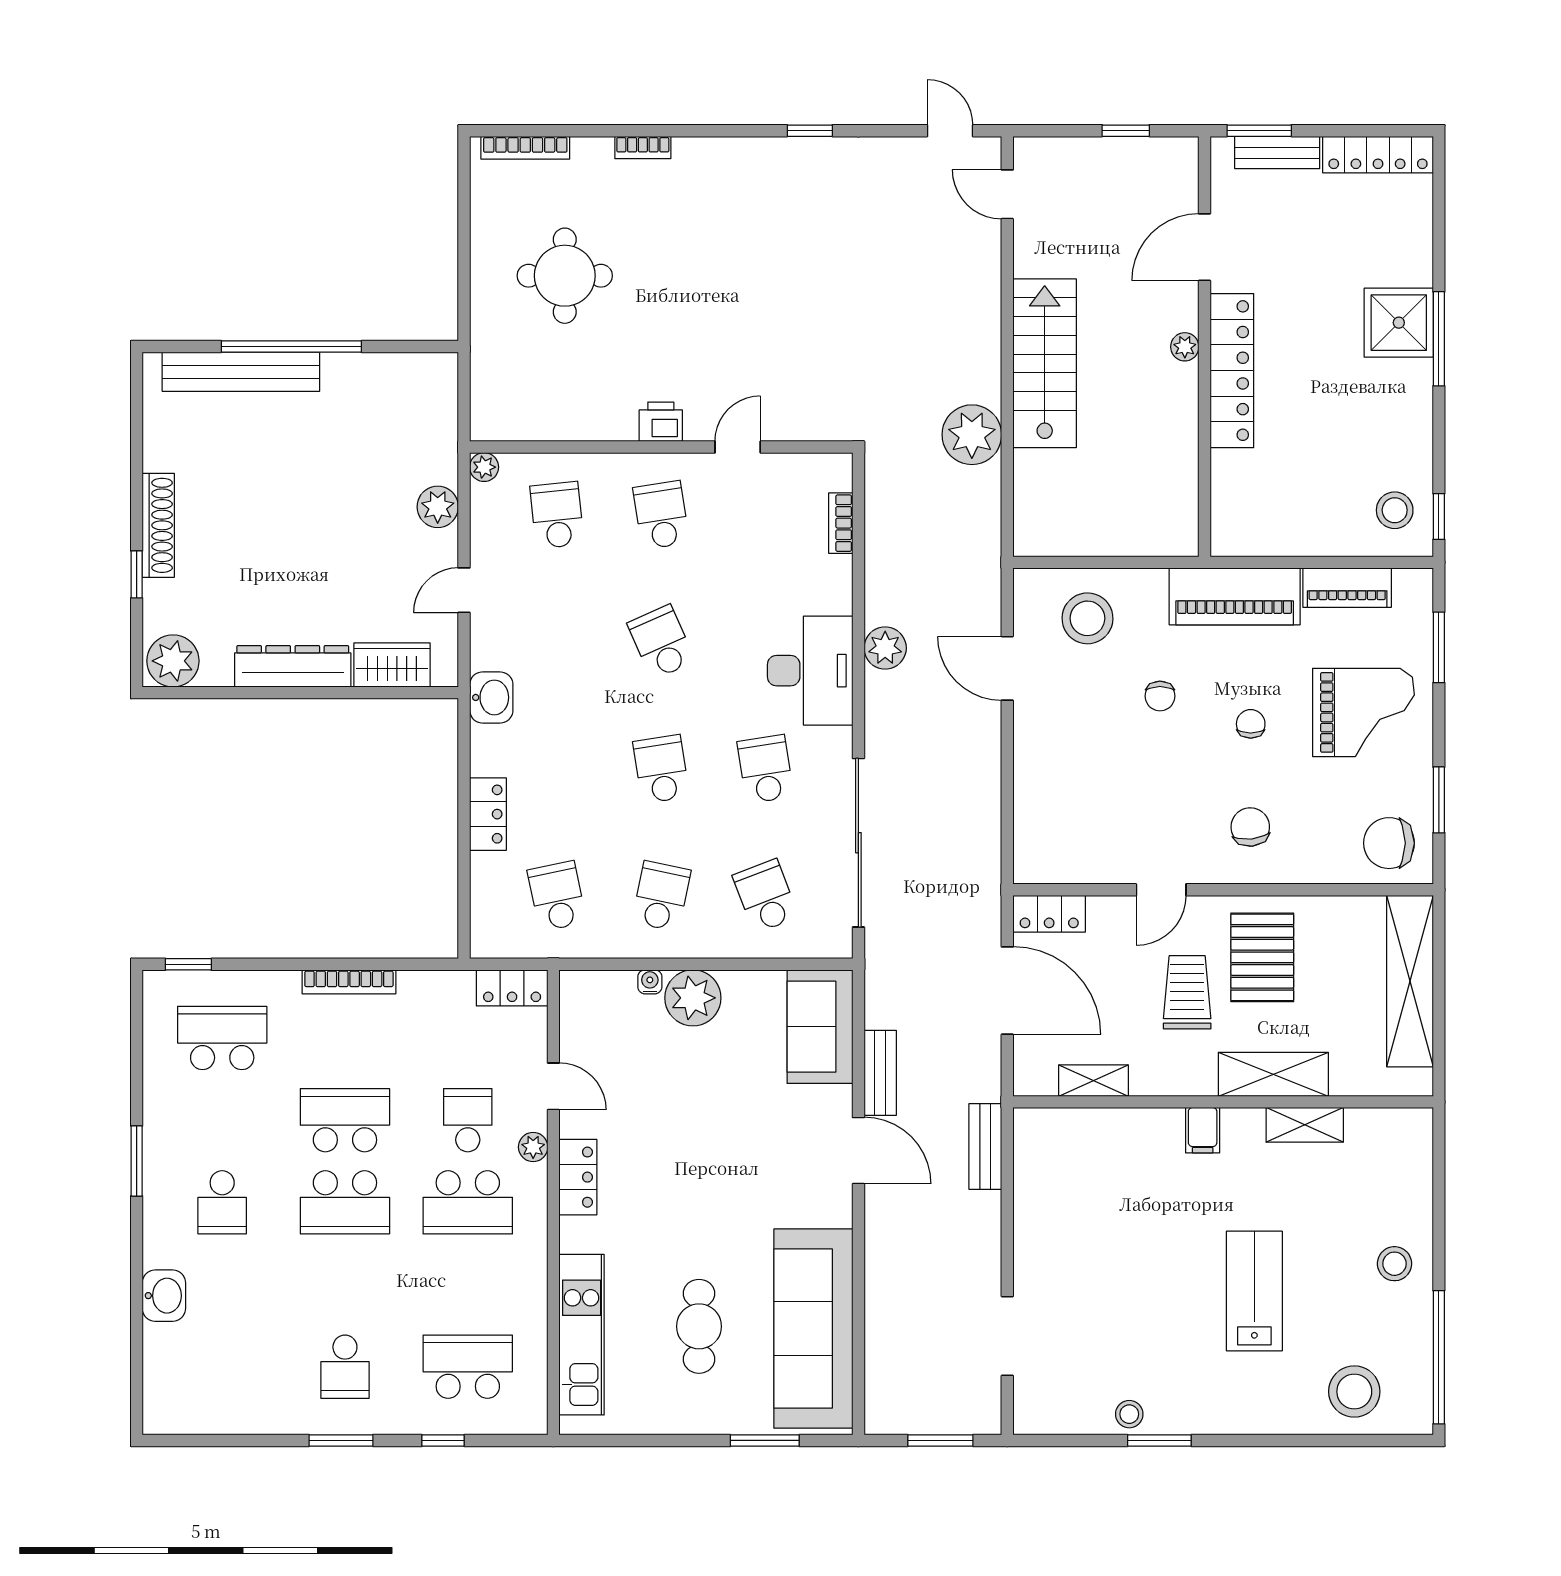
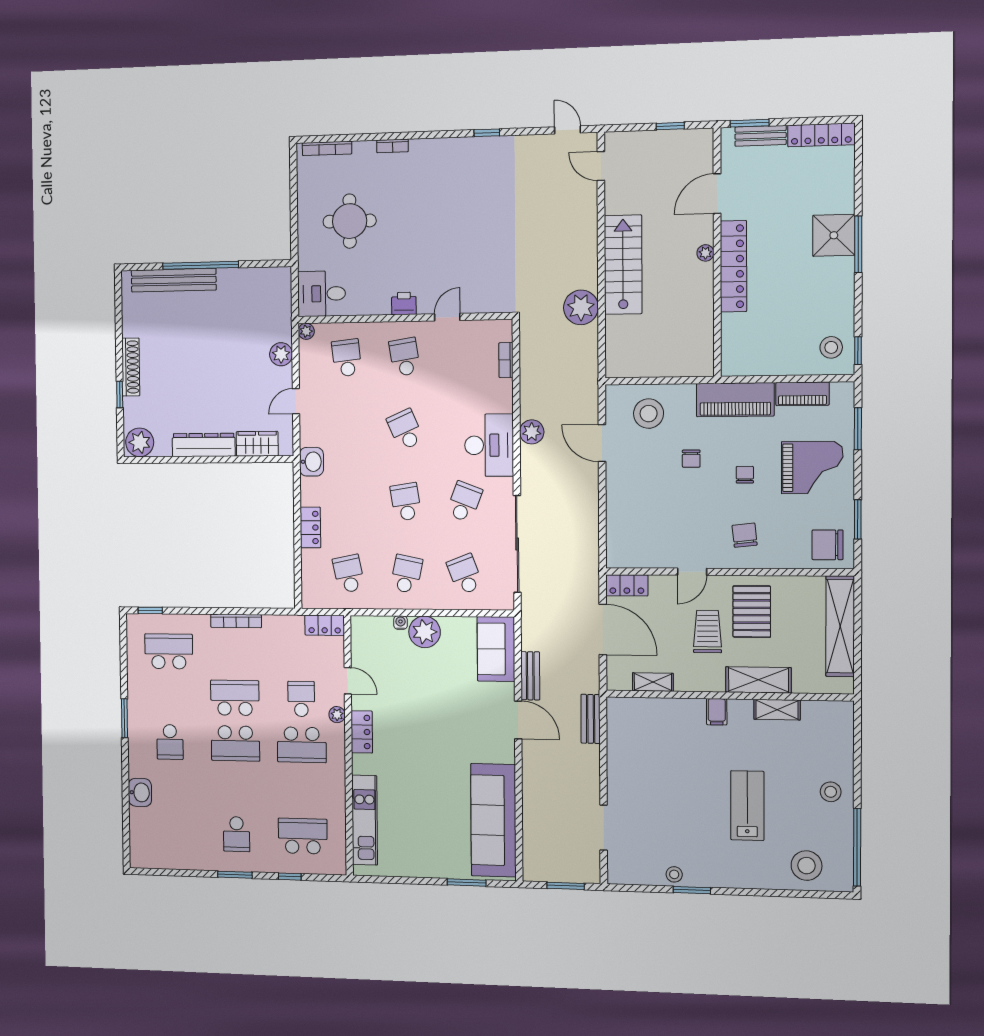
desk: (513, 402) -> (321, 294), added
school desk: (766, 769) -> (464, 502), turned 30
cafe table: (699, 1326) -> (429, 817), removed

